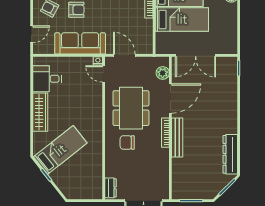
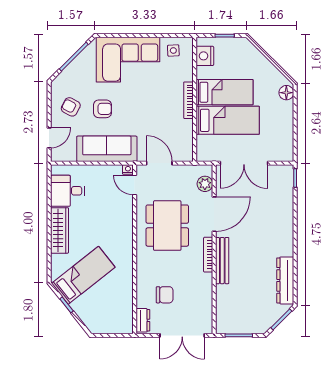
chair: (127, 143) -> (165, 295), moved, turned 180

